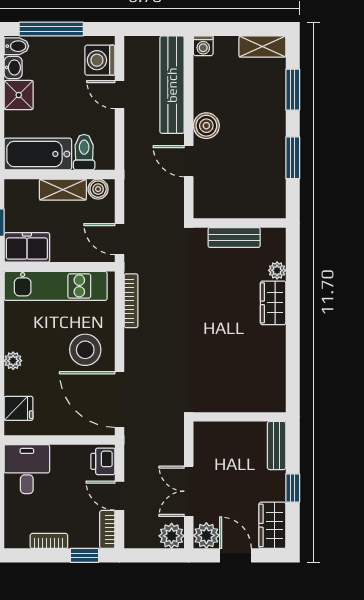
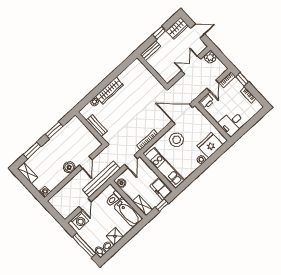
bench: (172, 85) -> (101, 179), moved
shelving: (63, 190) -> (142, 205), moved
wardrobe: (273, 303) -> (109, 90), width x1.50
door: (120, 399) -> (182, 114), swing flipped
fridge: (19, 408) -> (210, 145), width x1.88, depth x1.34
double door: (189, 491) -> (191, 65), swing flipped
plant: (206, 535) -> (200, 46), removed
door: (235, 555) -> (198, 31), swing flipped

